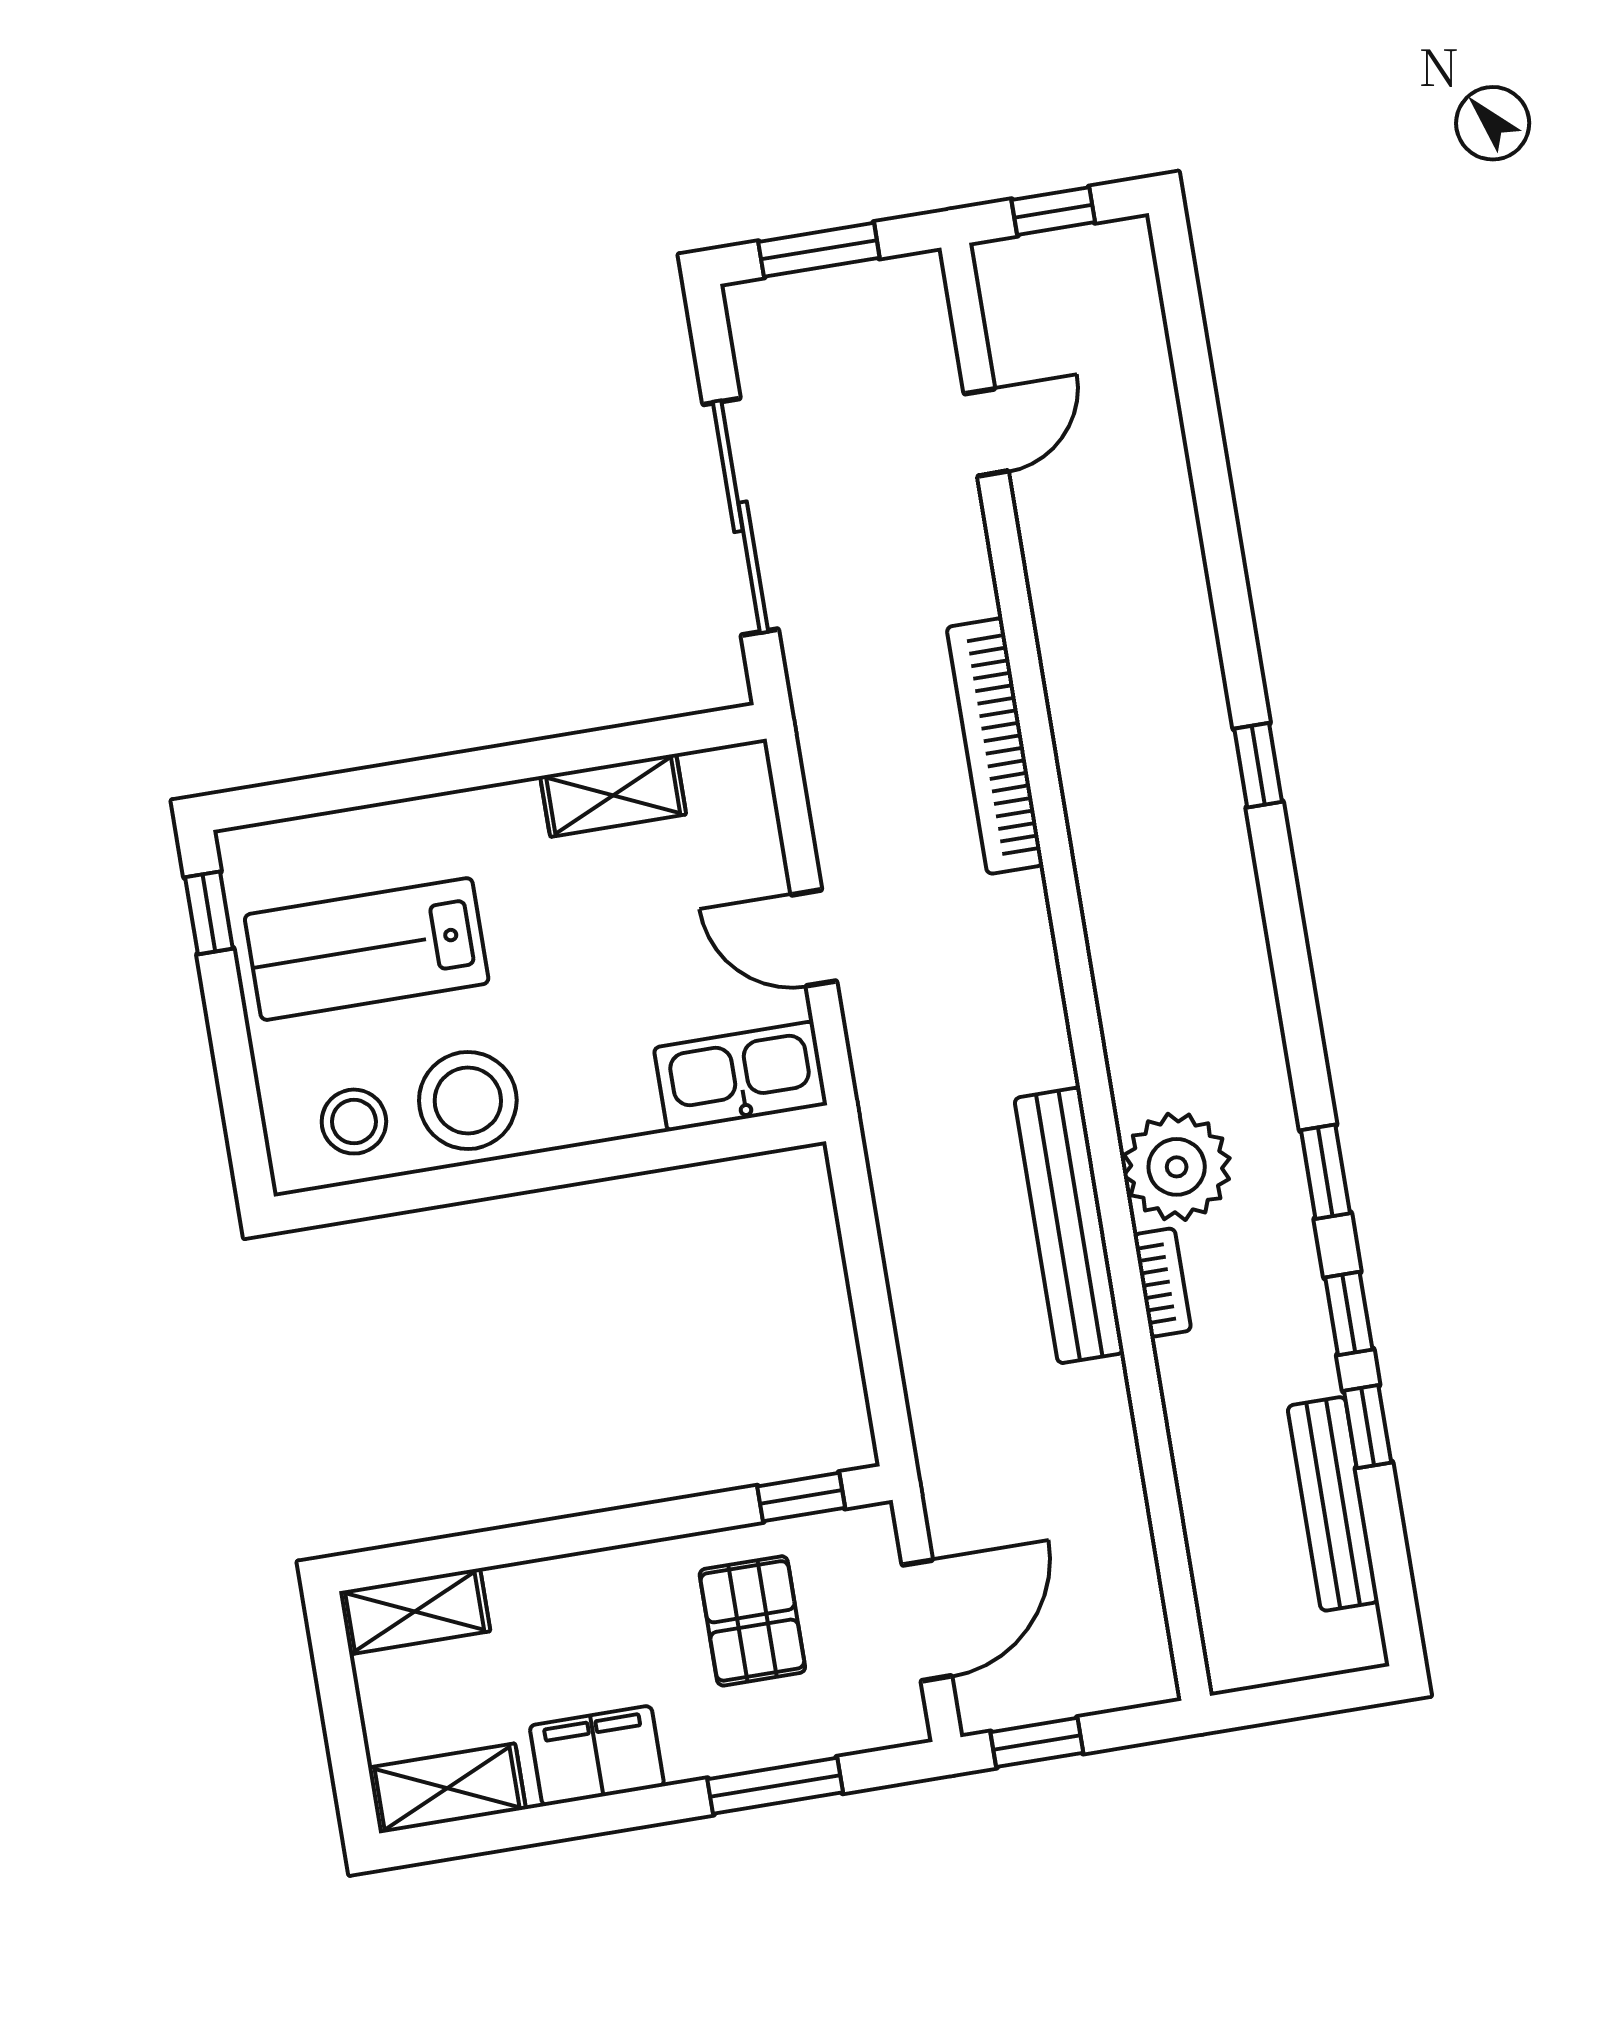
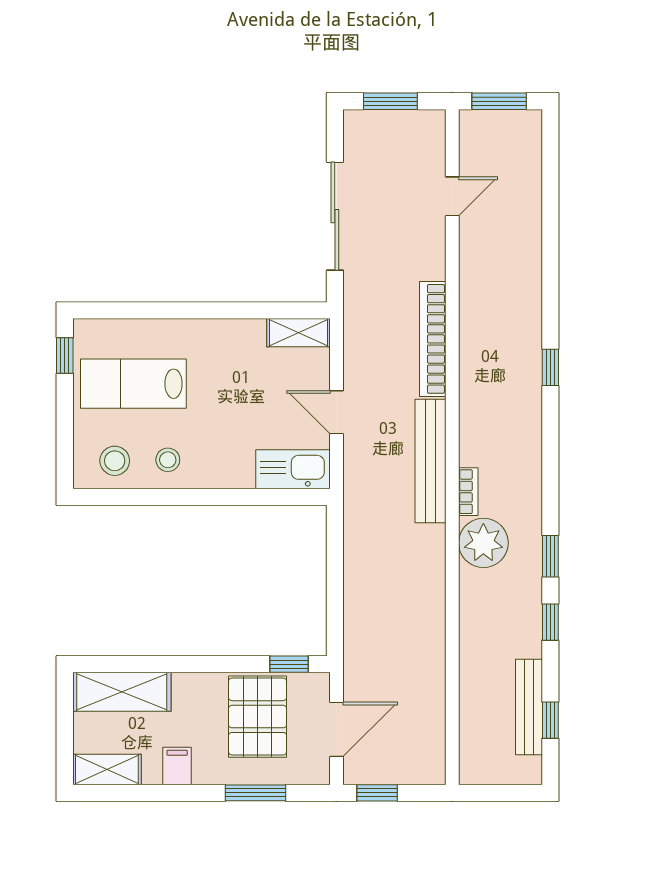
window: (1053, 211) -> (499, 101), width x1.50
shelving: (613, 795) -> (299, 333), moved
stool: (468, 1100) -> (168, 460), width x0.53, depth x0.53
bench: (1069, 1225) -> (430, 461), moved
bookcase: (1162, 1283) -> (468, 492), moved
window: (1368, 1427) -> (550, 720), moved
shelving: (415, 1611) -> (122, 692), width x1.50, depth x1.33
pallet: (752, 1621) -> (258, 717), width x1.50, depth x1.42
filing cabinet: (597, 1756) -> (177, 766), width x0.50

